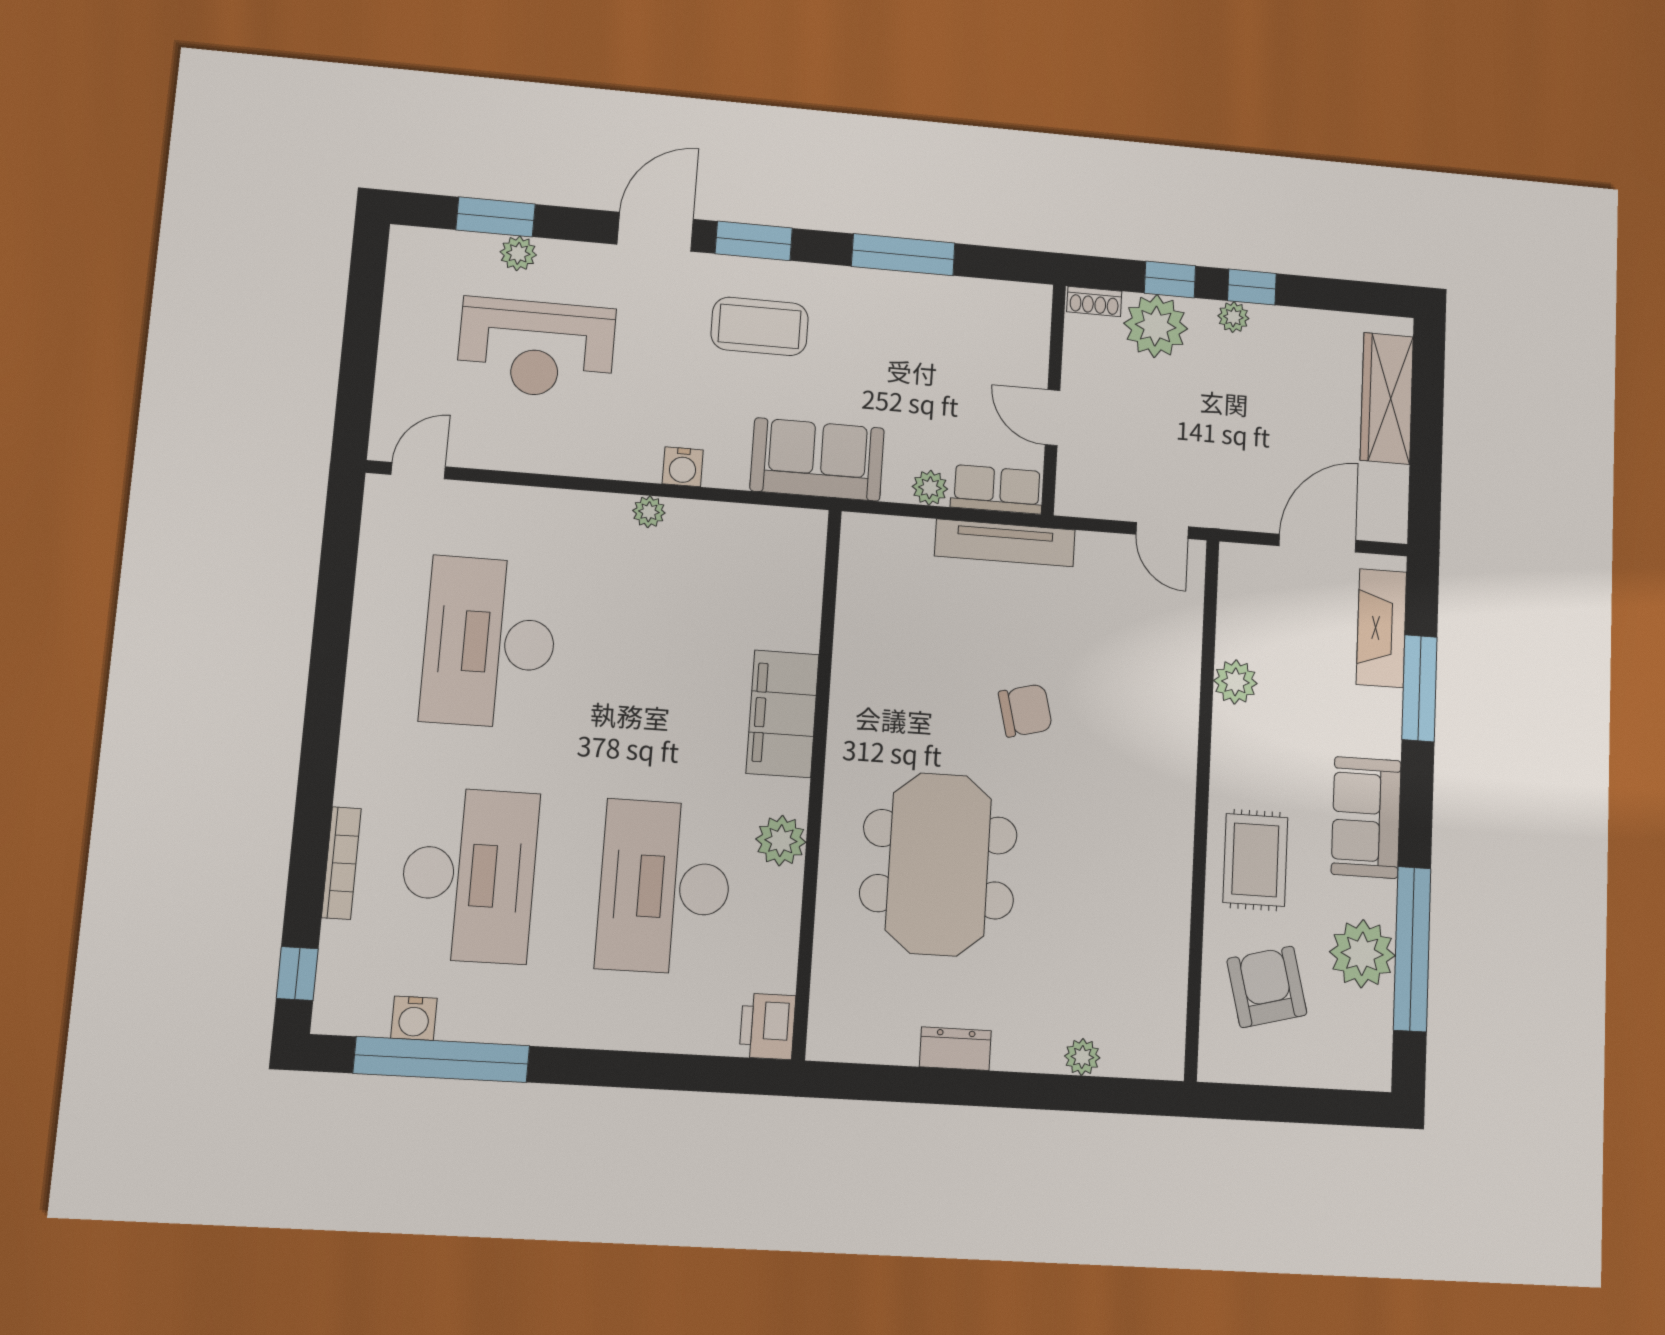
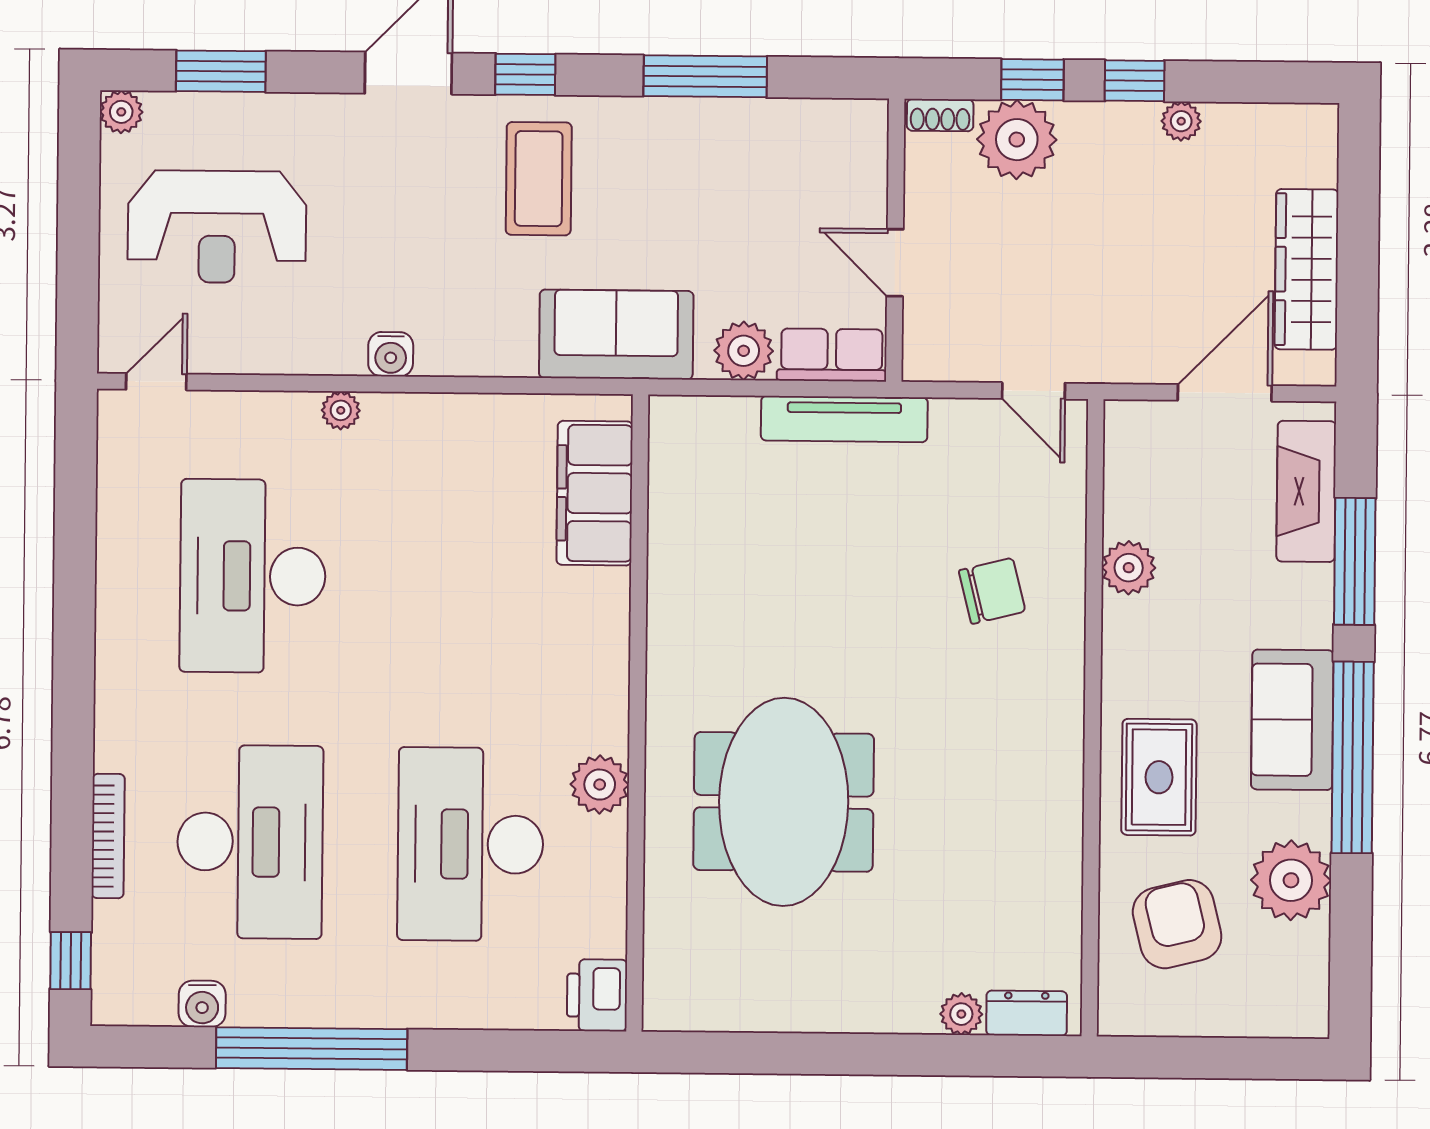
window: (754, 241) -> (525, 74), width x0.67
plant: (518, 253) -> (121, 112), moved
plant: (1233, 317) -> (1181, 121), moved
coffee table: (760, 326) -> (539, 179), turned 90
reception desk: (536, 348) -> (217, 227), moved
wardrobe: (1387, 398) -> (1307, 269), moved
water cooler: (683, 467) -> (391, 354), moved
plant: (930, 488) -> (744, 351), width x1.38, depth x1.38
plant: (649, 512) -> (341, 410), moved
chair: (1025, 710) -> (992, 591), moved
filing cabinet: (783, 714) -> (595, 493), moved
window: (1412, 949) -> (1353, 757), moved
dresser: (955, 1049) -> (1027, 1013), moved
window: (442, 1060) -> (312, 1049), moved

